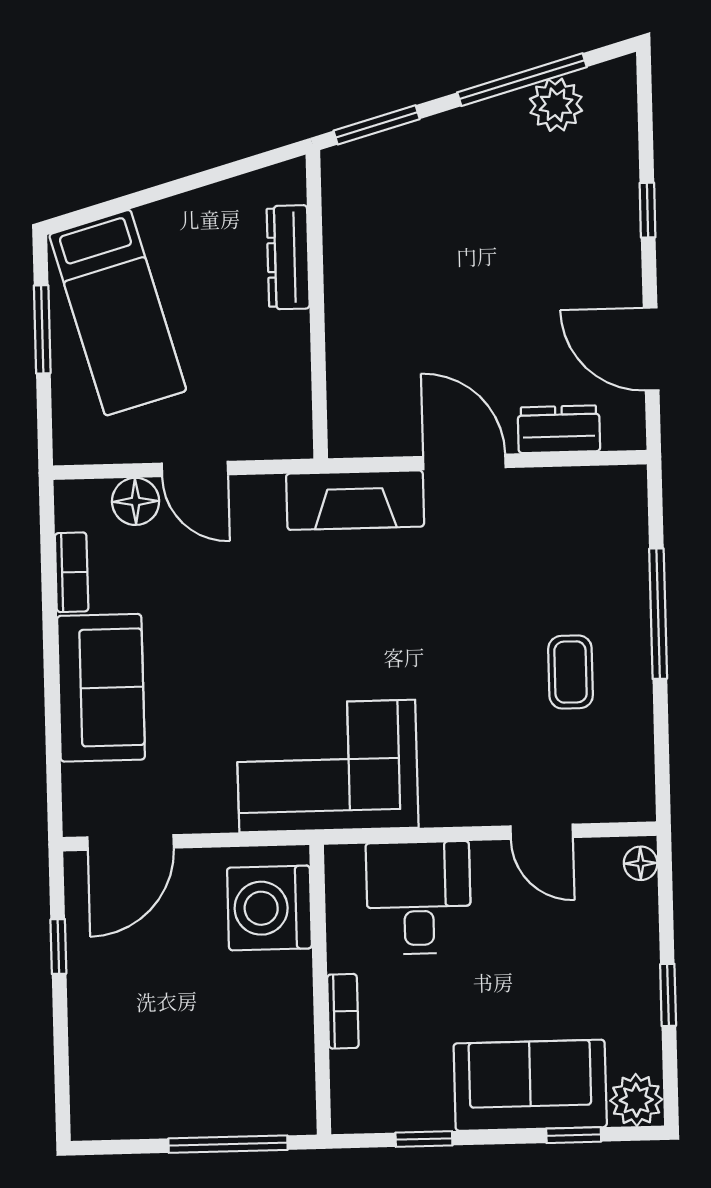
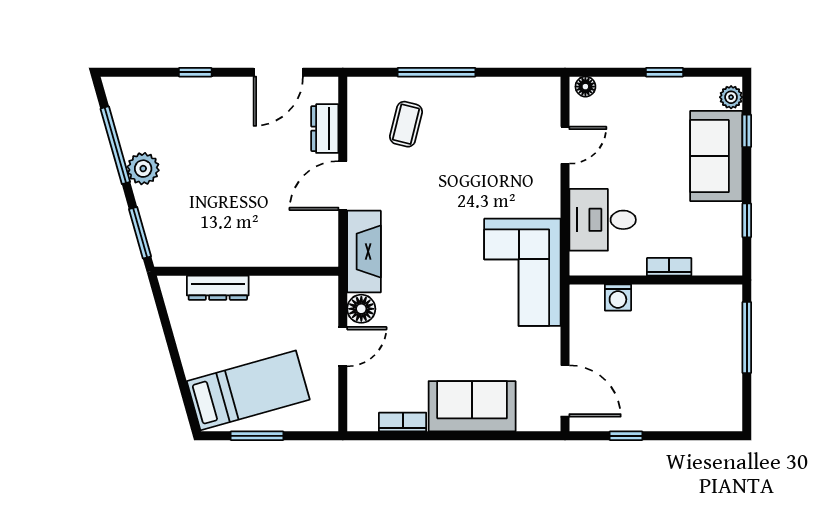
plant: (556, 105) -> (143, 169), moved
floor lamp: (136, 501) -> (361, 309), moved
coffee table: (571, 672) -> (406, 124), moved, turned -76
washing machine: (269, 908) -> (618, 297), width x0.53, depth x0.53
plant: (636, 1100) -> (731, 97), width x0.73, depth x0.73

